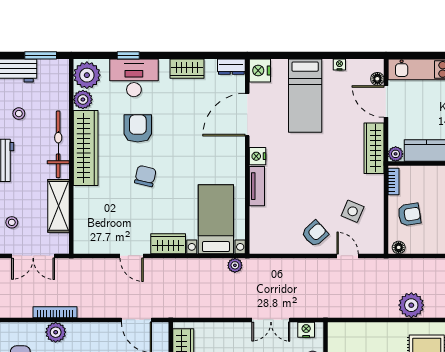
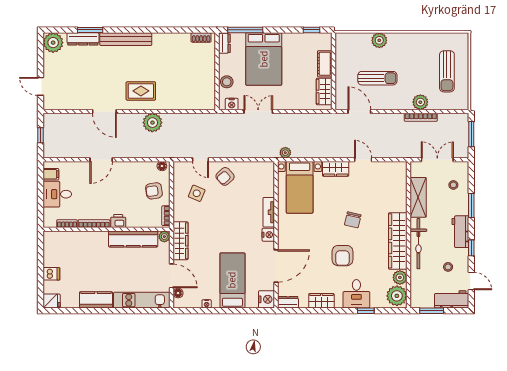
desk: (134, 78) -> (356, 294), width x0.73
armchair: (138, 128) -> (342, 256), moved

